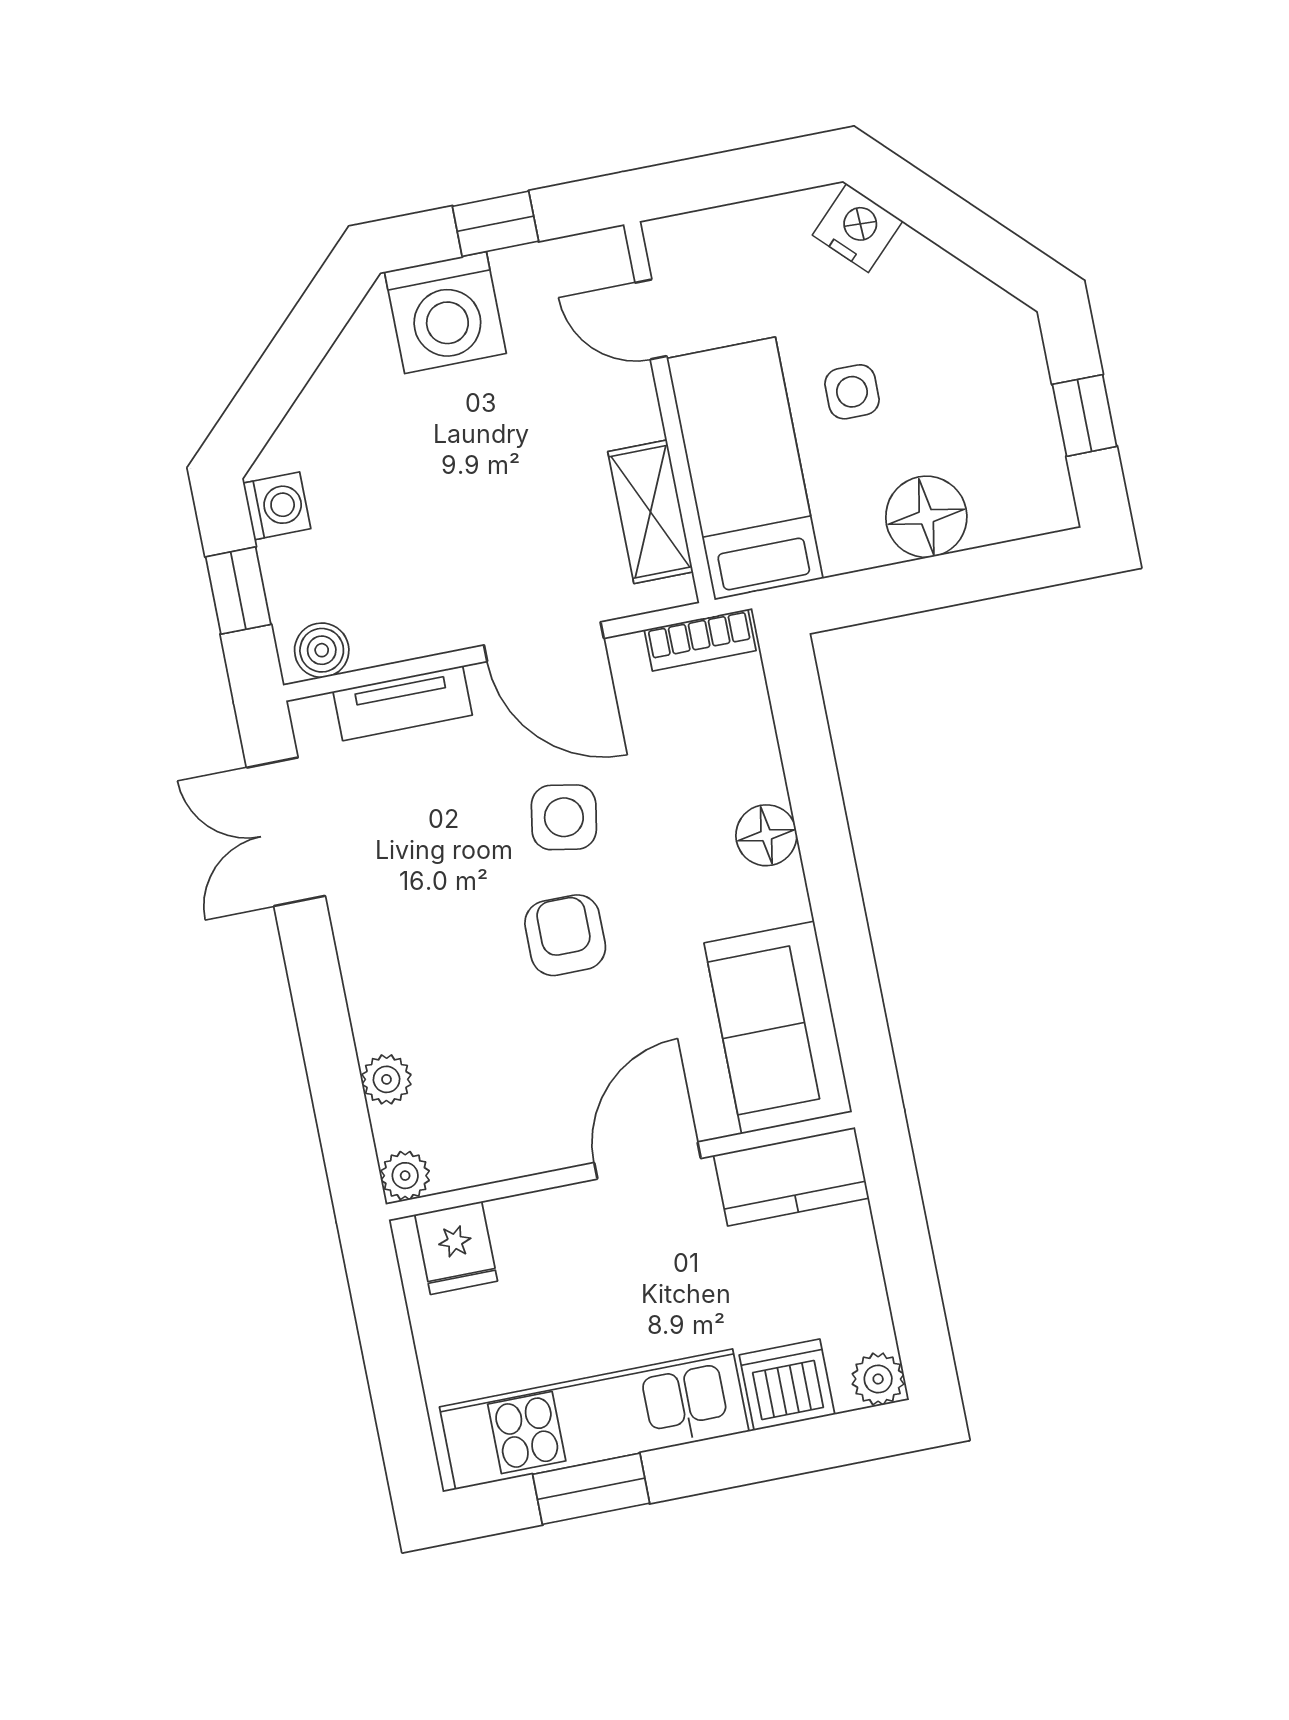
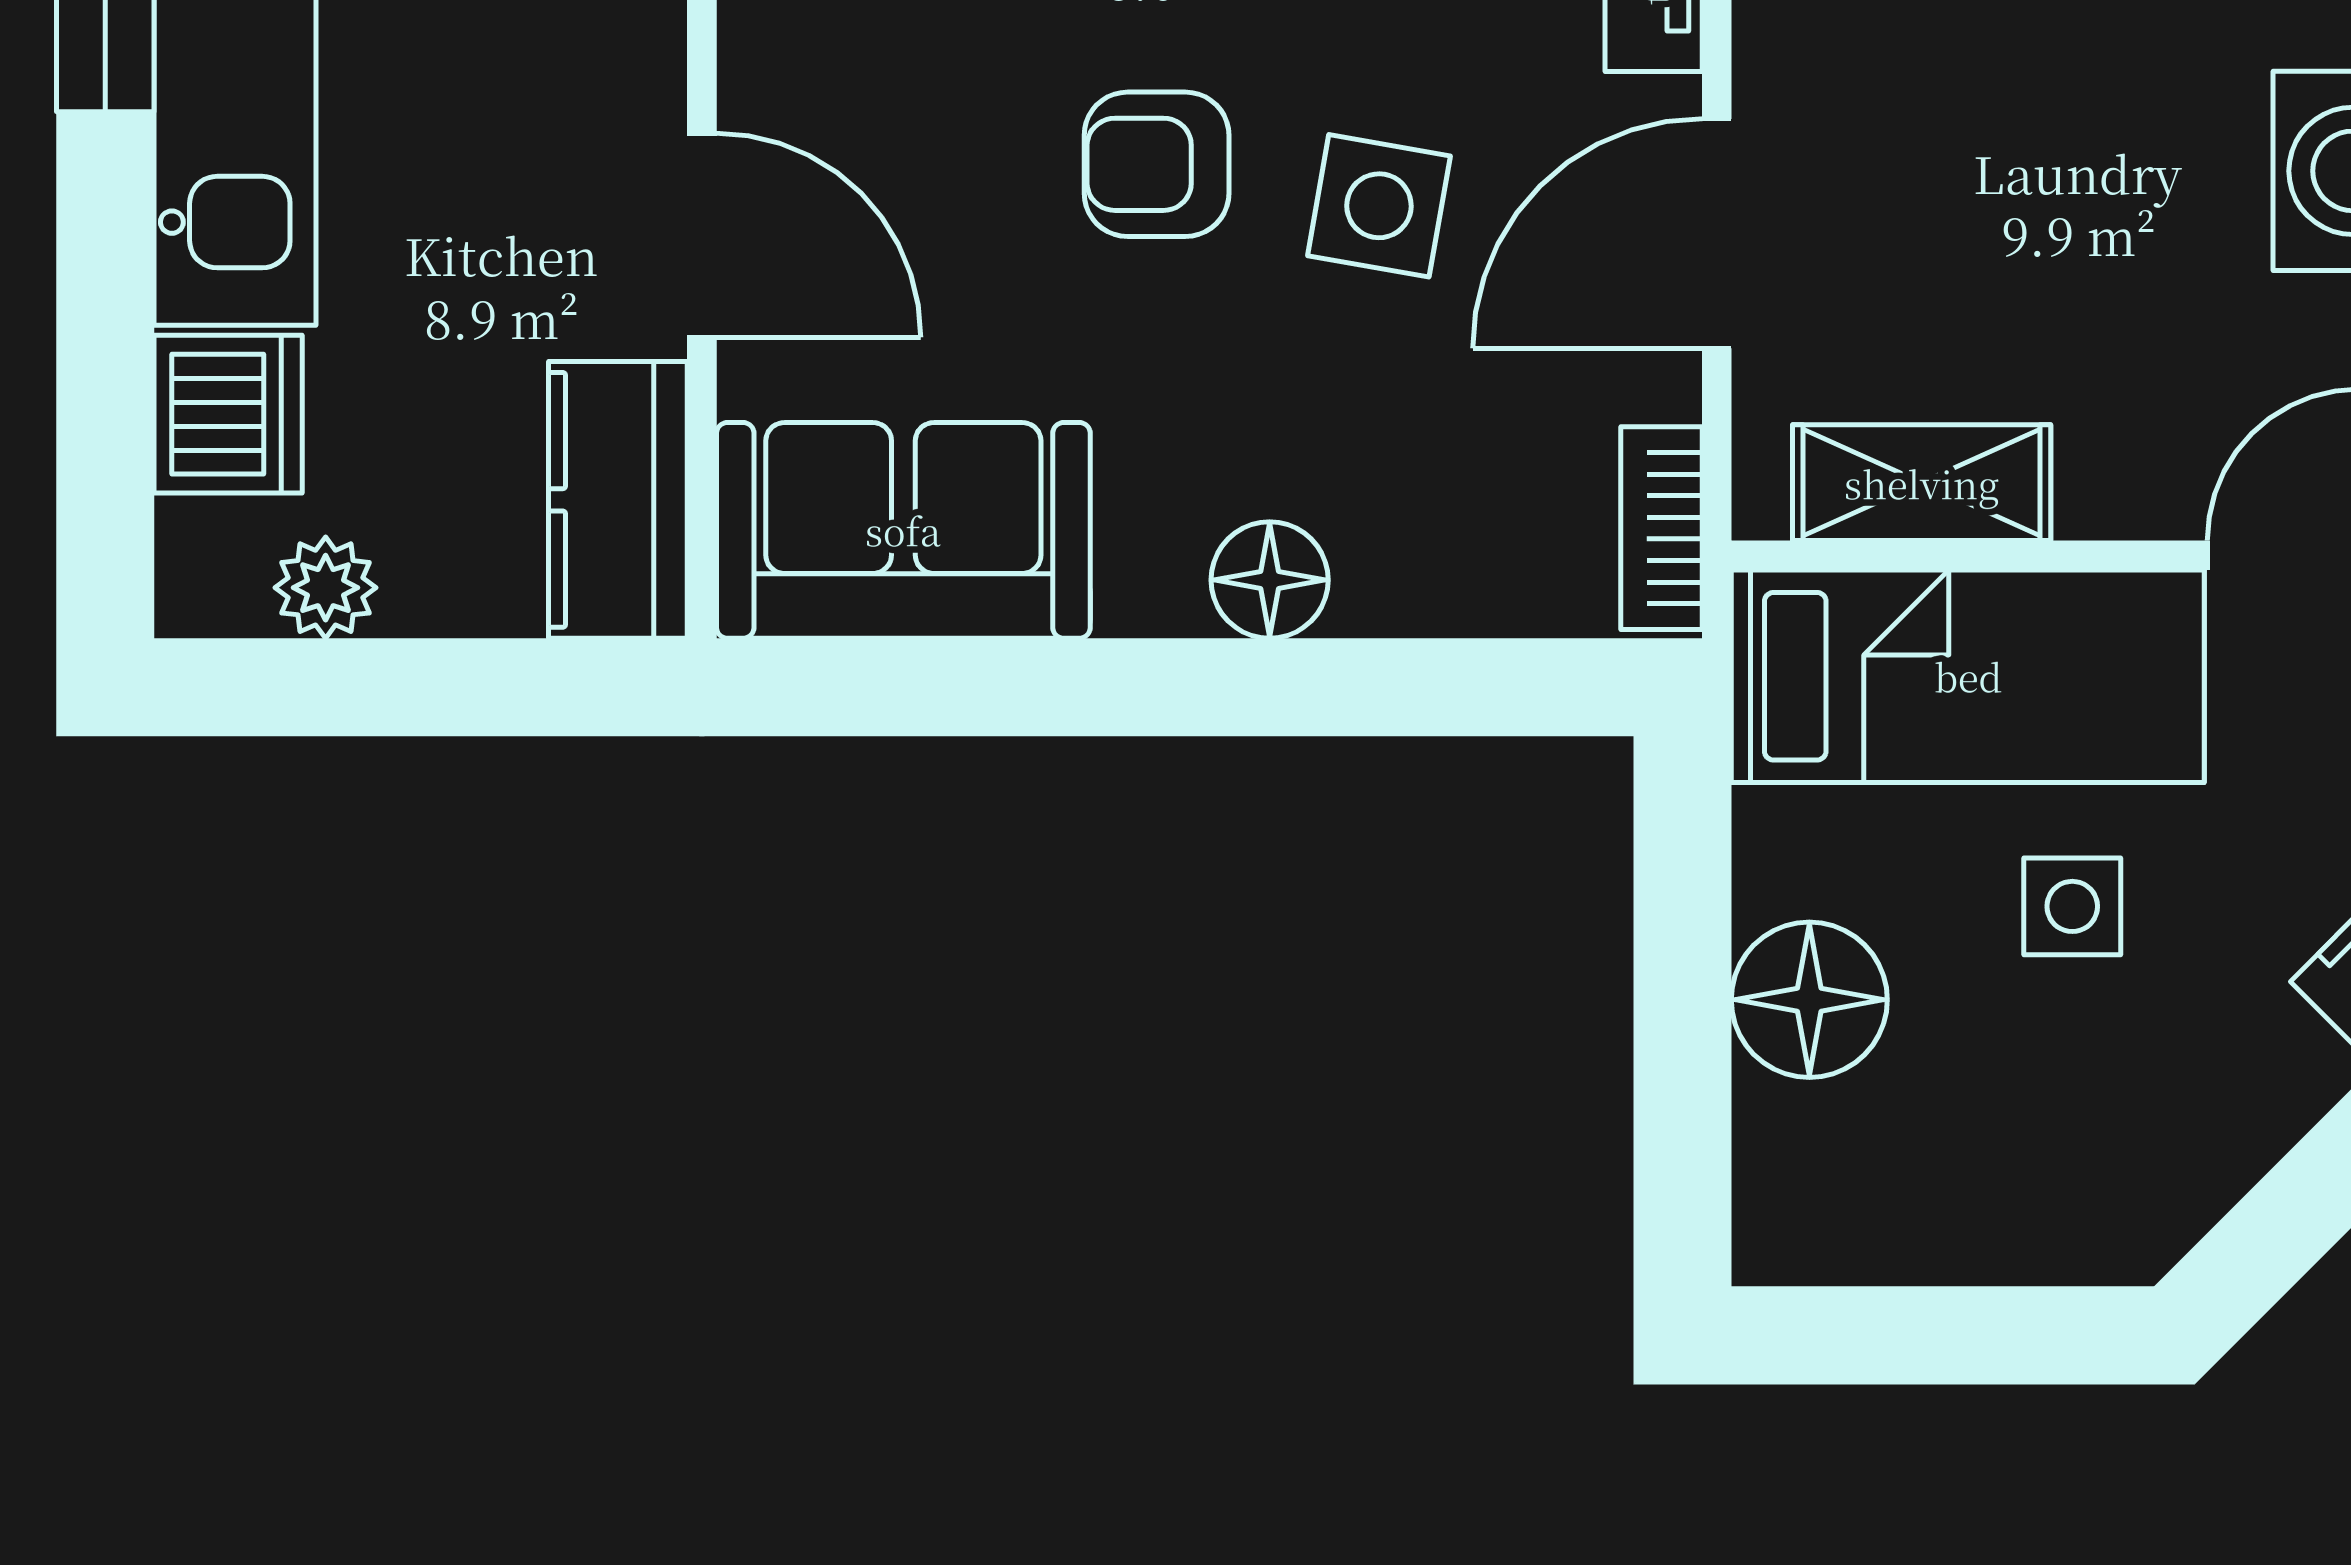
window: (1085, 415) -> (1941, 1335), removed
armchair: (565, 935) -> (1157, 164), turned 180
plant: (878, 1379) -> (326, 588), moved

